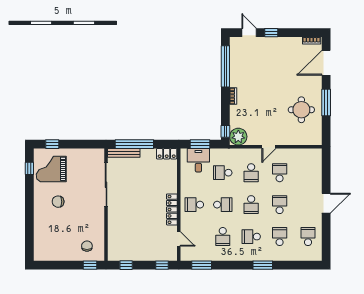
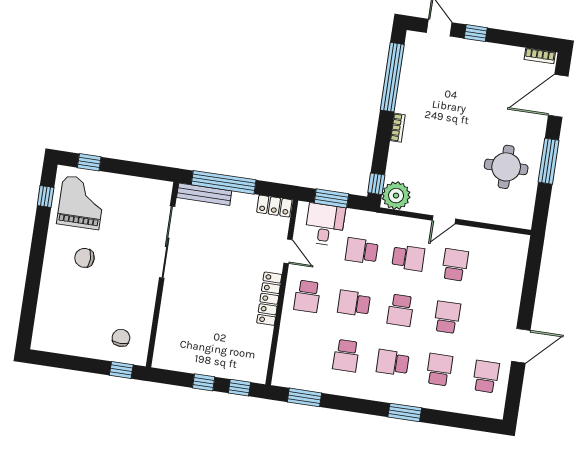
grand piano: (51, 169) -> (81, 203), turned 90
school desk: (251, 173) -> (408, 258), turned -90
door: (326, 203) -> (521, 346), moved
school desk: (194, 205) -> (307, 296), turned -90
school desk: (223, 205) -> (354, 303), turned 180
door: (179, 239) -> (288, 251), moved
window: (126, 265) -> (204, 382), moved

